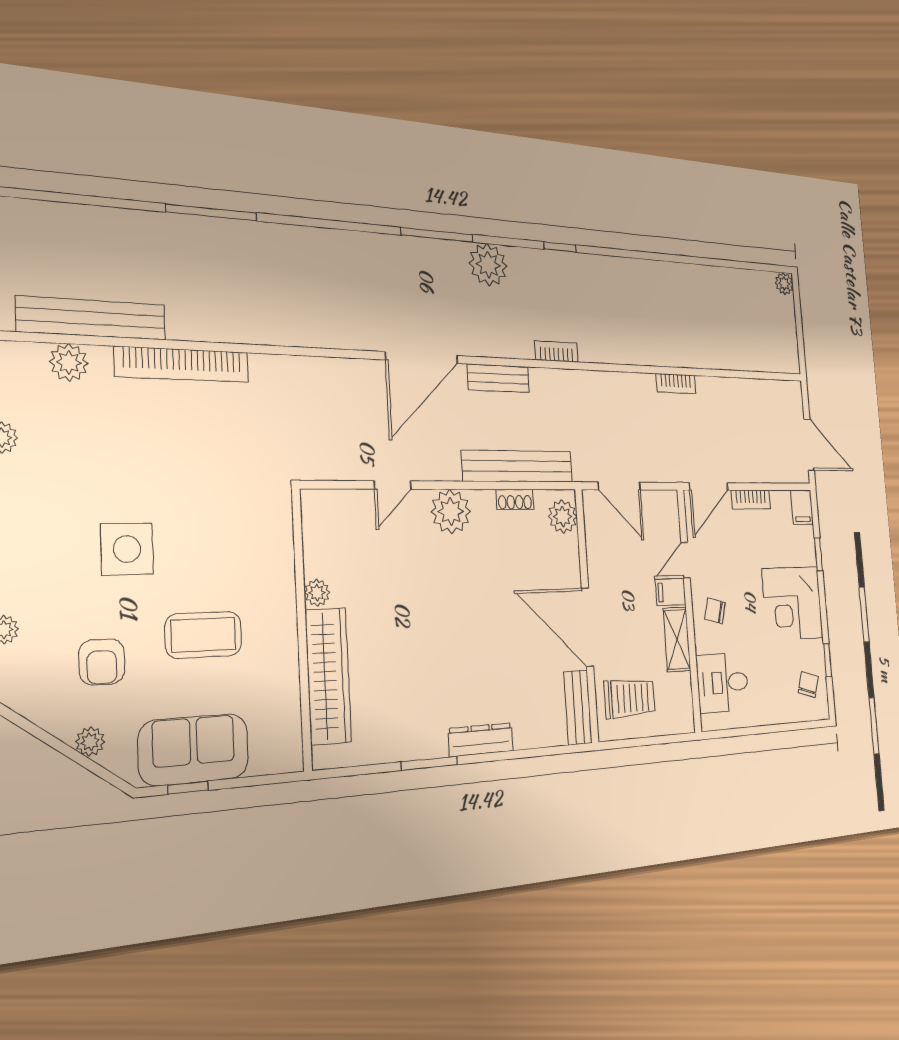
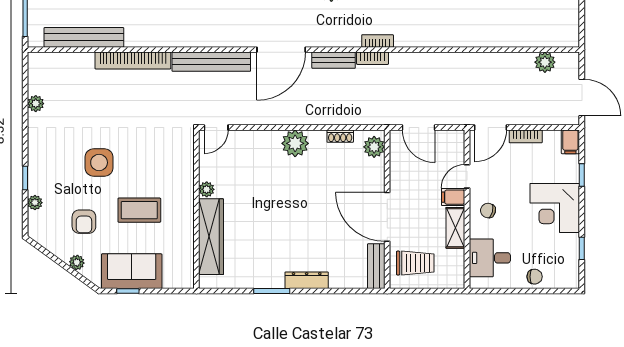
plant: (69, 362) -> (545, 62), moved
bookcase: (676, 384) -> (373, 58), moved
bench: (518, 466) -> (211, 62), moved
door: (393, 485) -> (216, 127), moved
chair: (808, 685) -> (535, 277), moved, turned 73

